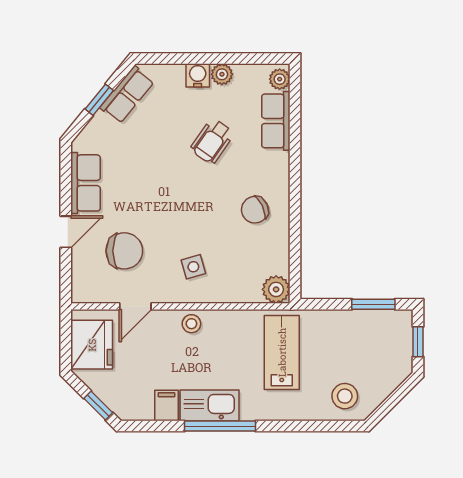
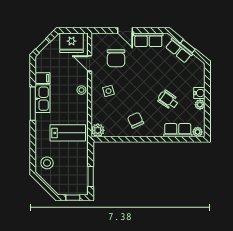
row of seats: (127, 95) -> (179, 50), moved

